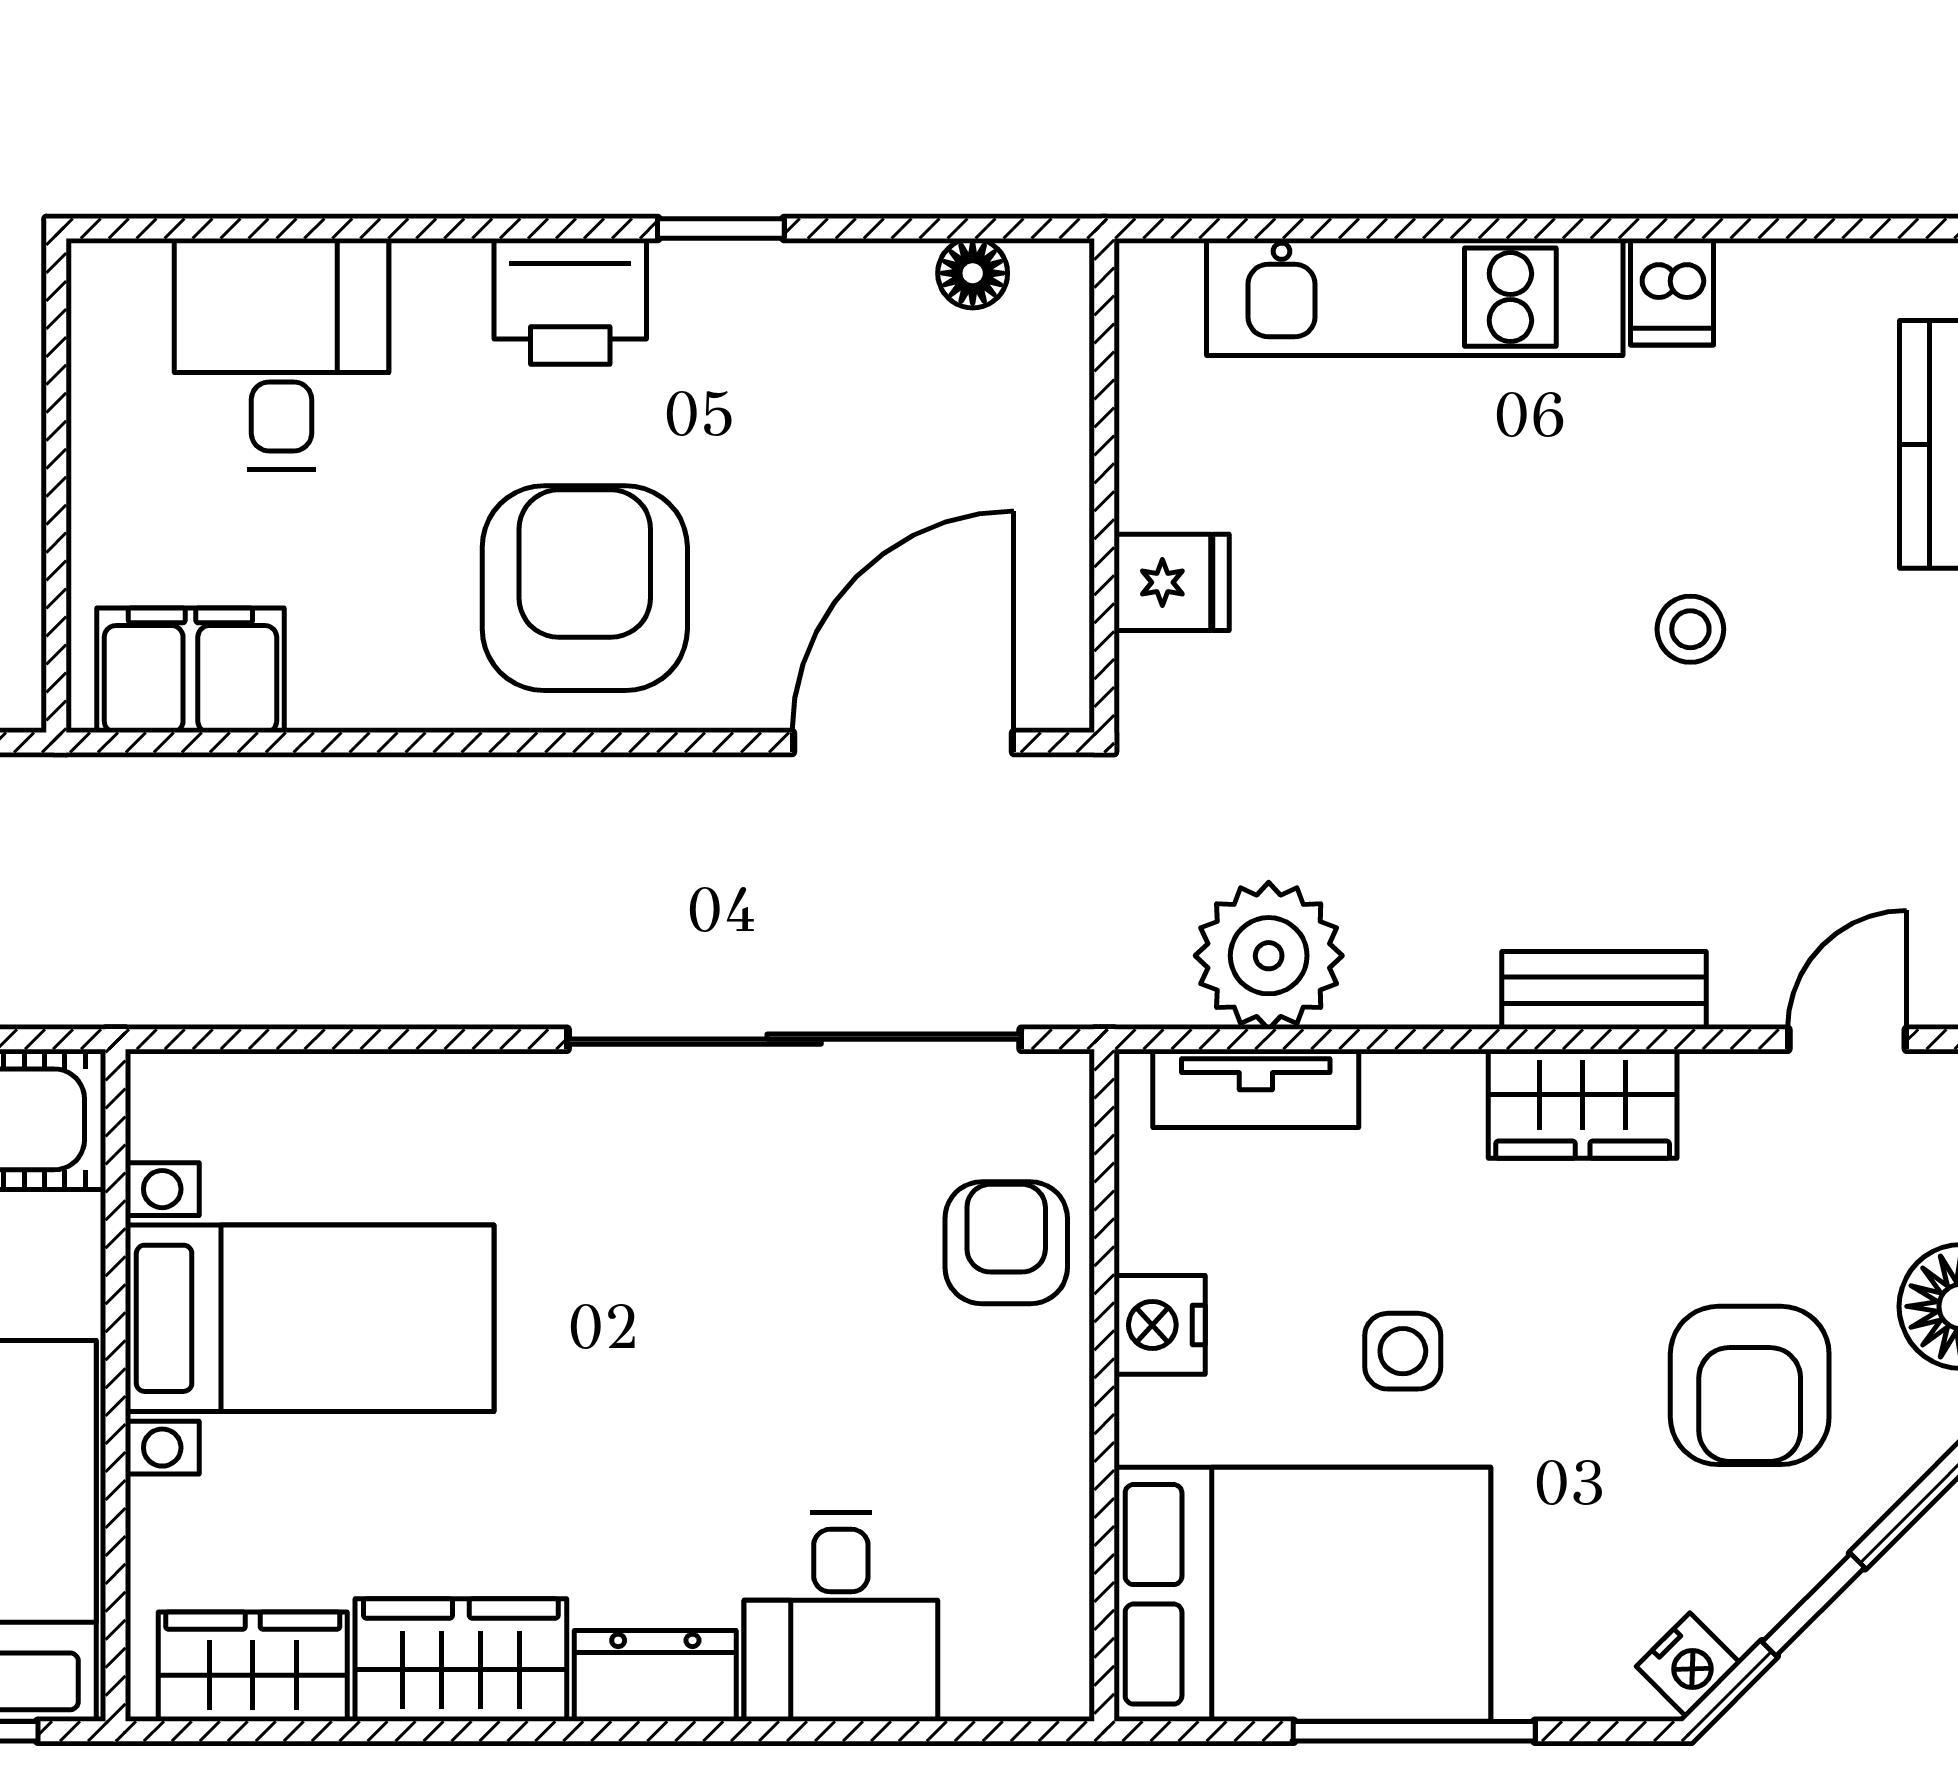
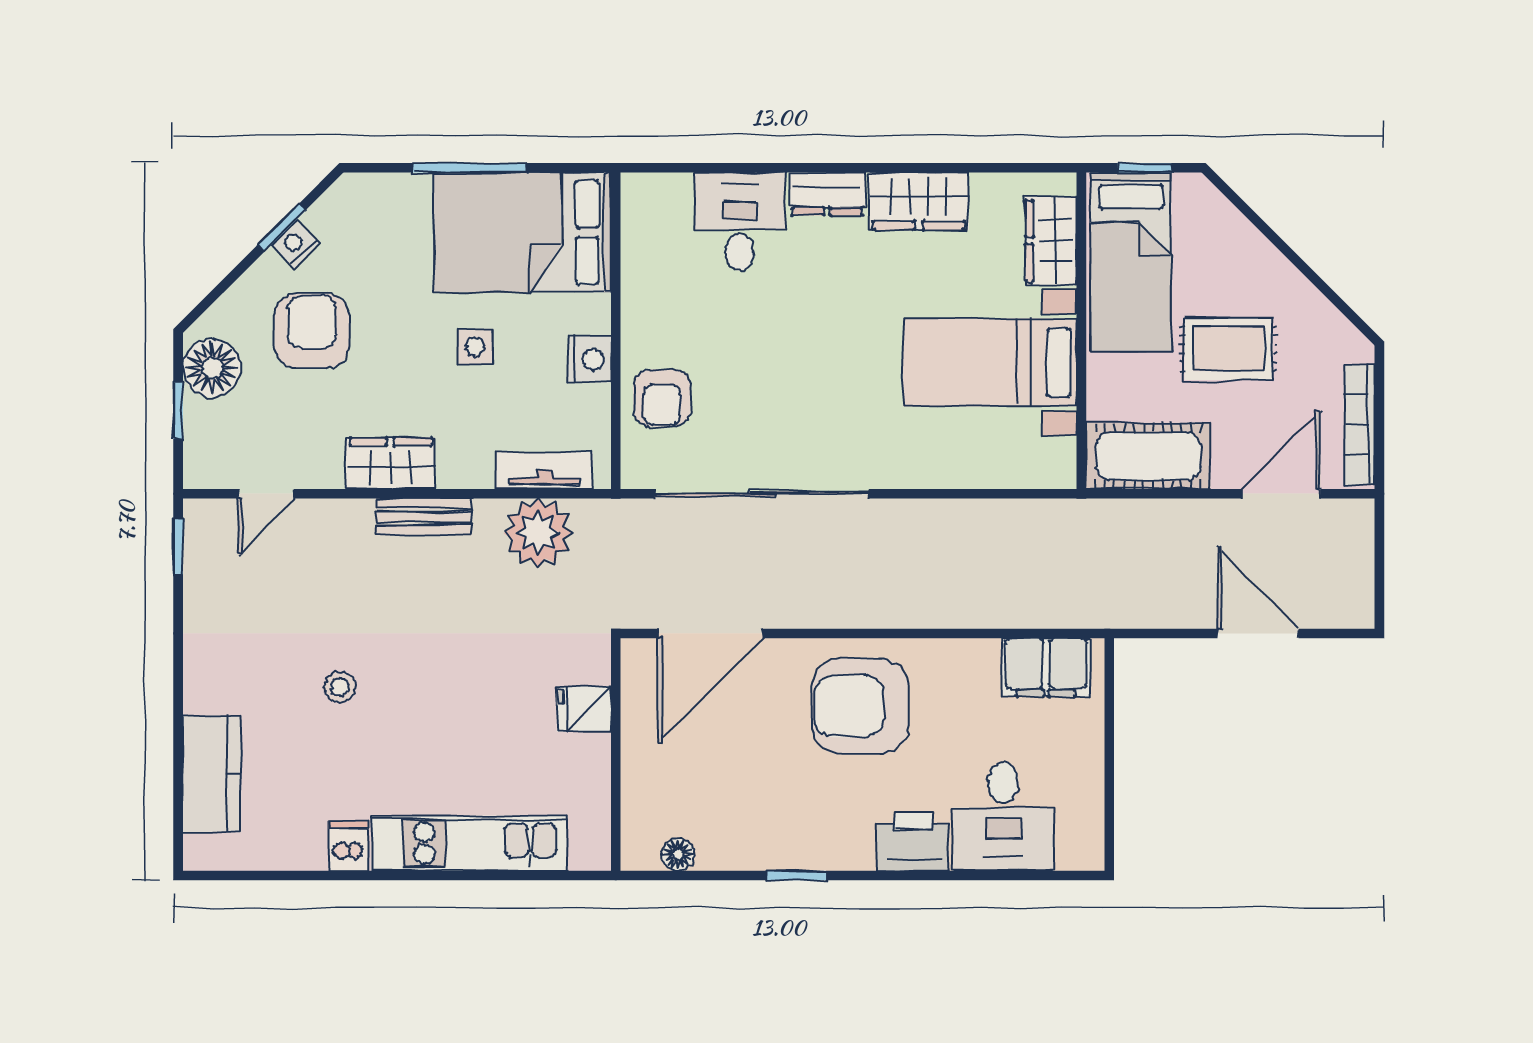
printer: (570, 301) -> (913, 841), moved
armchair: (585, 588) -> (860, 706), turned 90
bench: (1604, 990) -> (424, 517), moved
nightstand: (1688, 1665) -> (295, 244), moved
wardrobe: (253, 1667) -> (1051, 241), moved, turned 90

